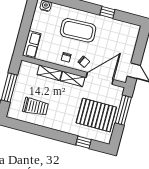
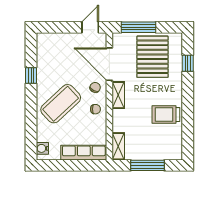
coffee table: (78, 30) -> (61, 104), turned 49
row of seats: (32, 45) -> (84, 153), width x1.48
shelving: (50, 73) -> (118, 146), moved
trolley: (36, 107) -> (166, 114), moved, turned -88

